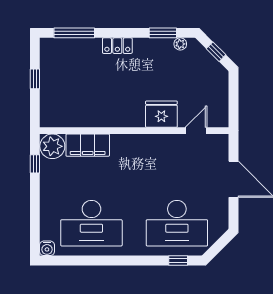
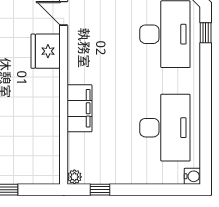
filing cabinet: (88, 145) -> (79, 108), moved
plant: (52, 146) -> (74, 177), width x0.53, depth x0.53

